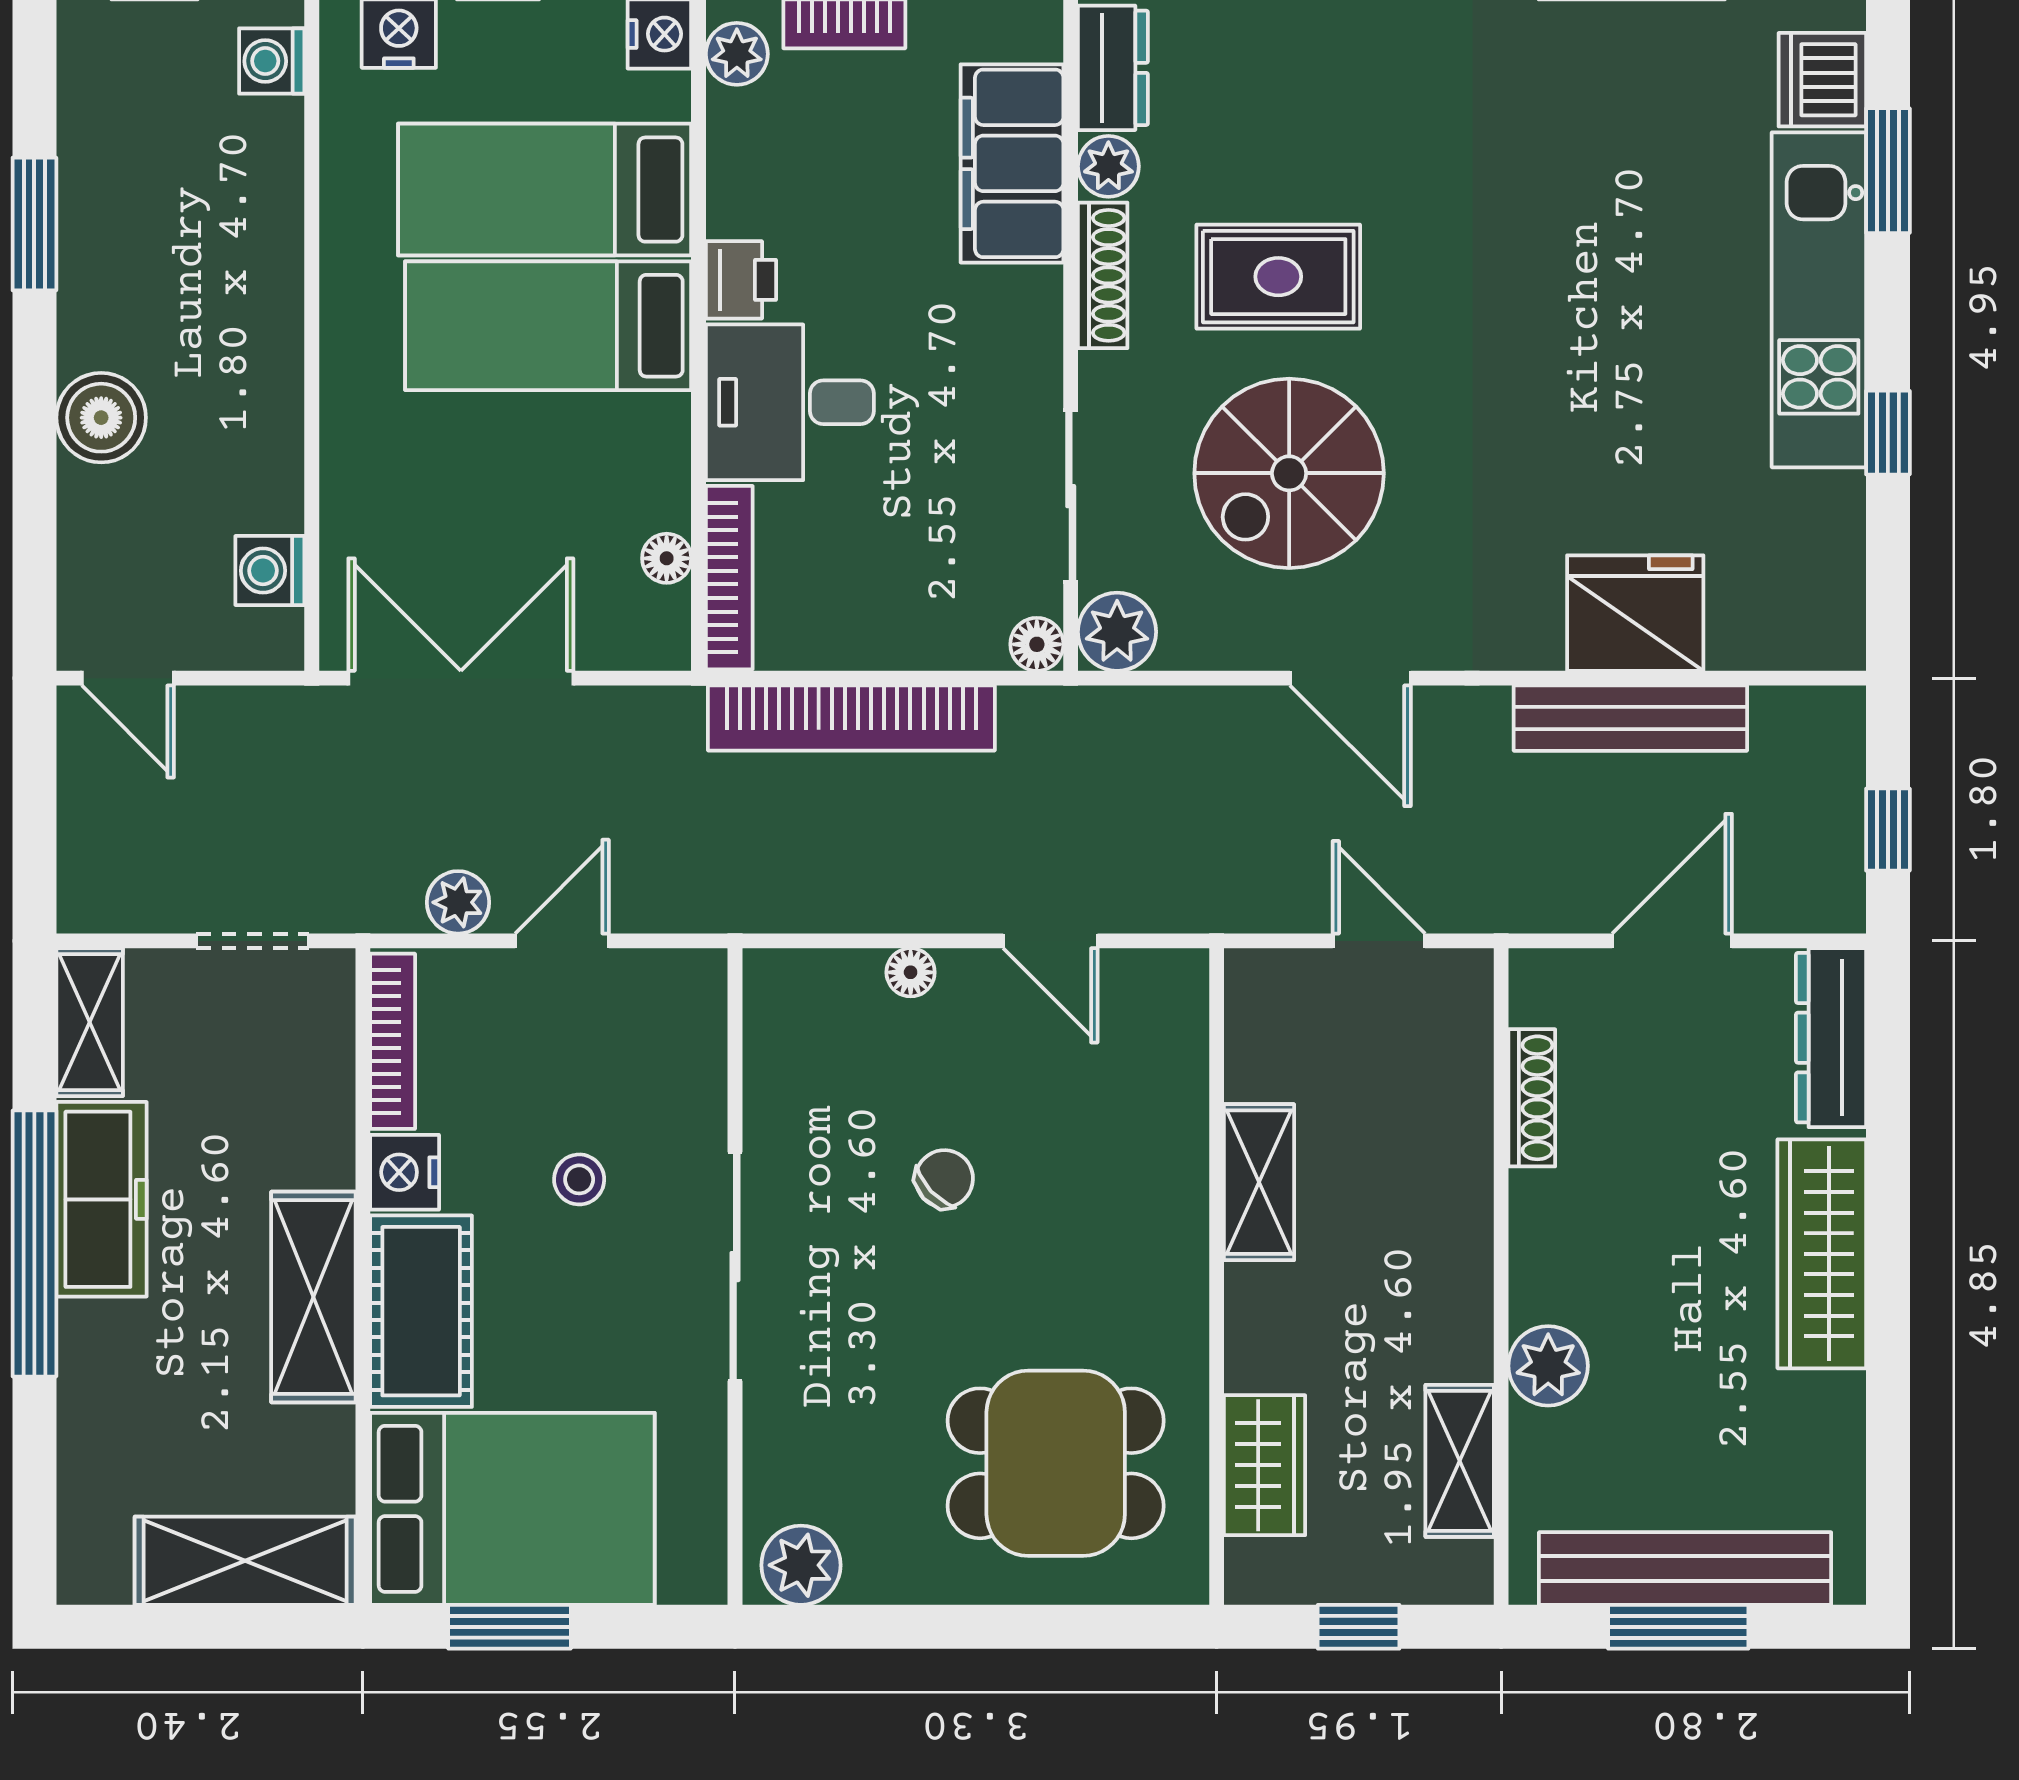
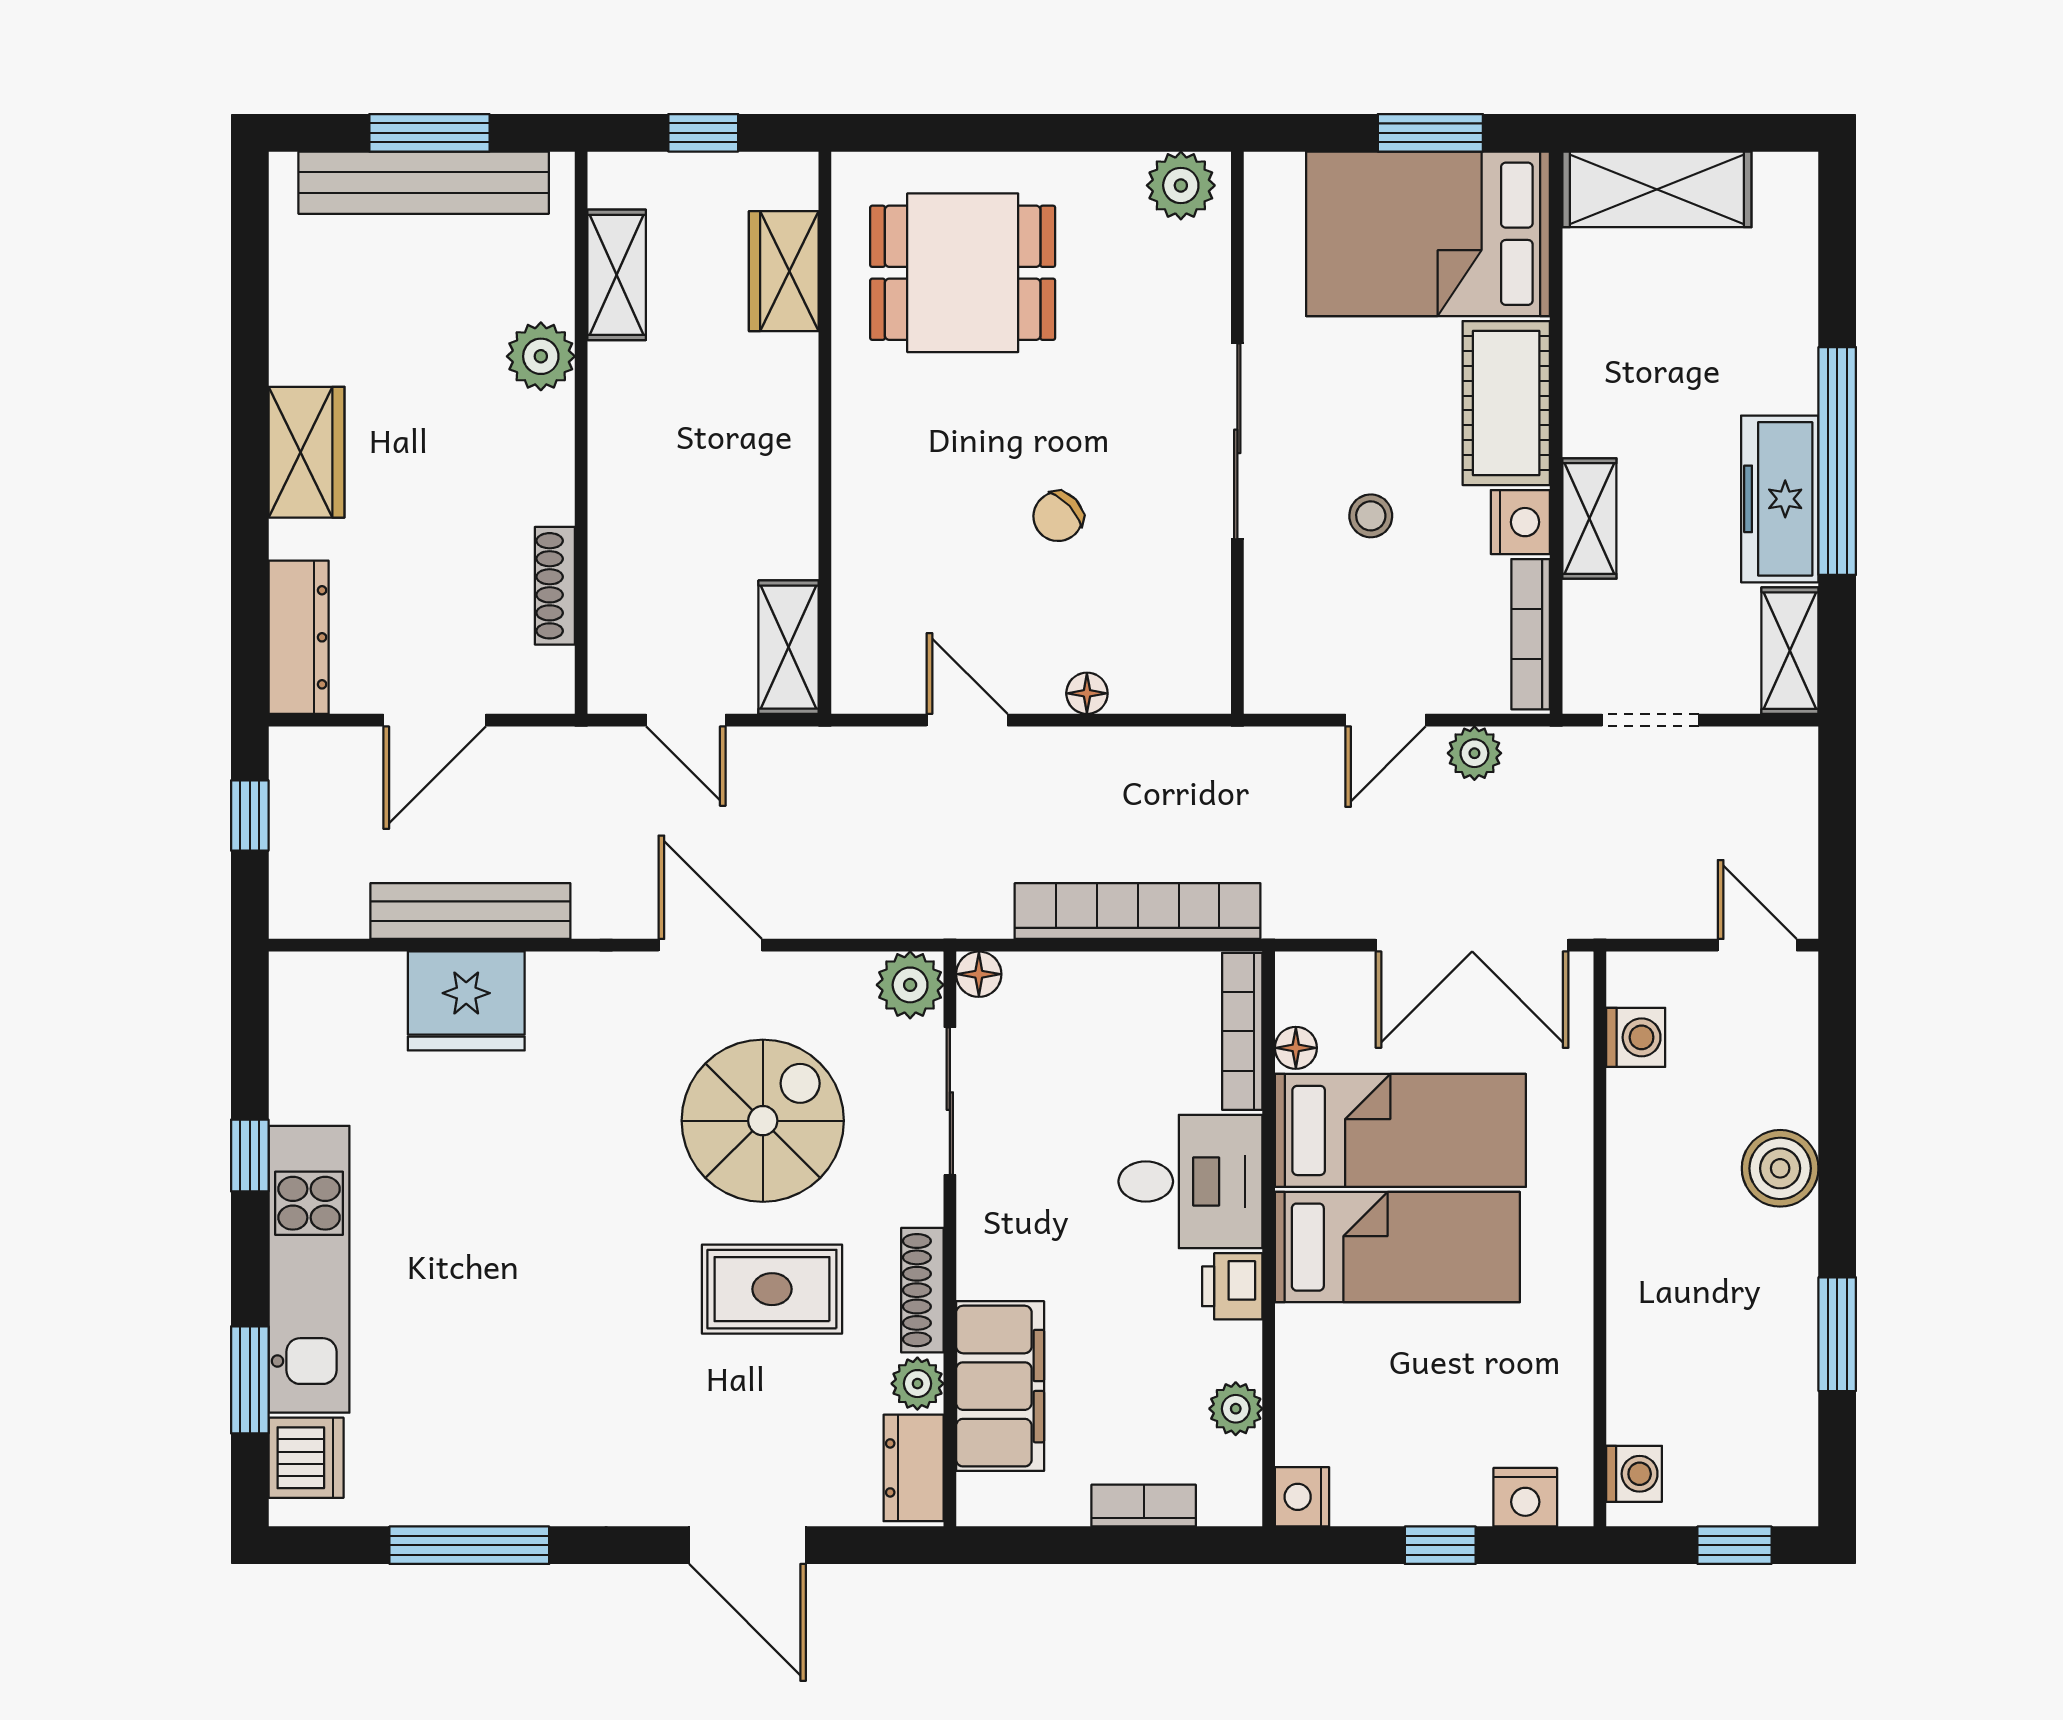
plant: (737, 54) -> (1236, 1409), moved
bed: (545, 190) -> (1400, 1130), moved
shelving: (1259, 1182) -> (788, 647), moved
wardrobe: (1822, 1254) -> (307, 452), width x0.67
shelving: (313, 1297) -> (1589, 519), moved, width x0.67, depth x0.75

